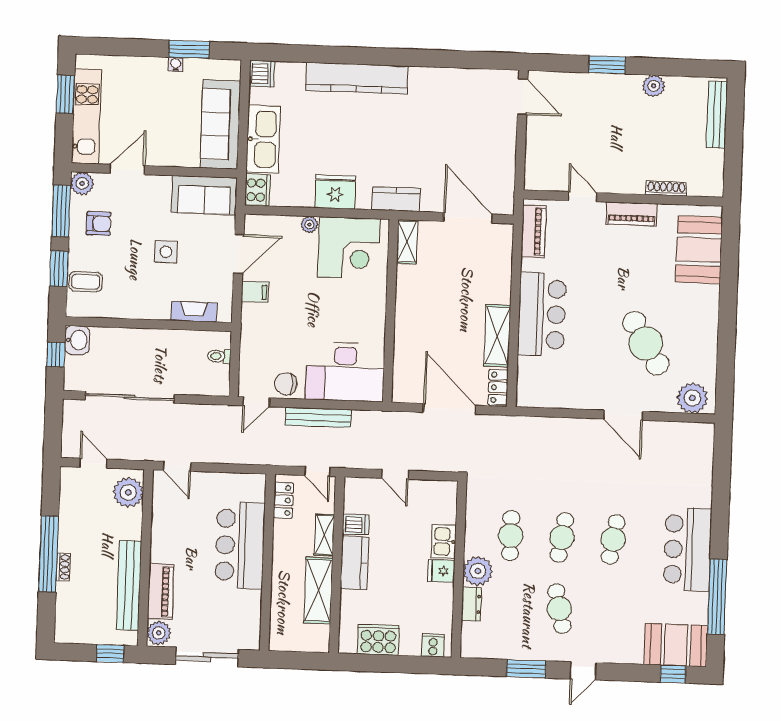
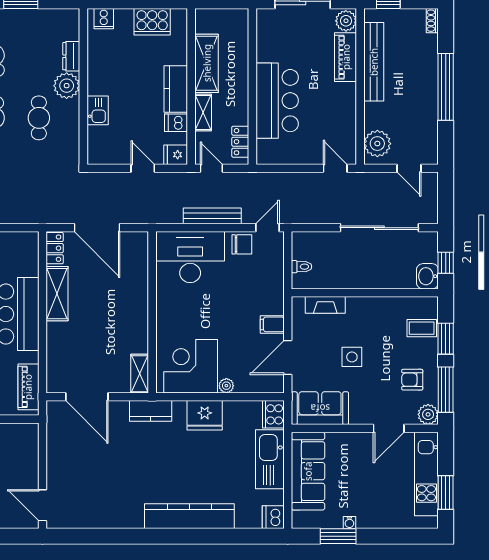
shoe rack: (63, 567) -> (432, 21), moved
fridge: (441, 571) -> (176, 155), moved, turned 180

